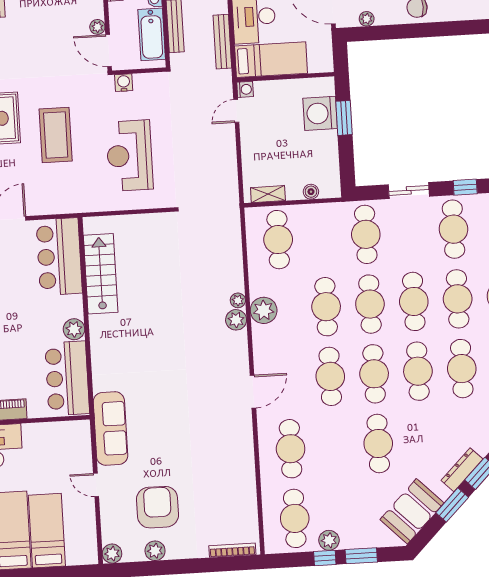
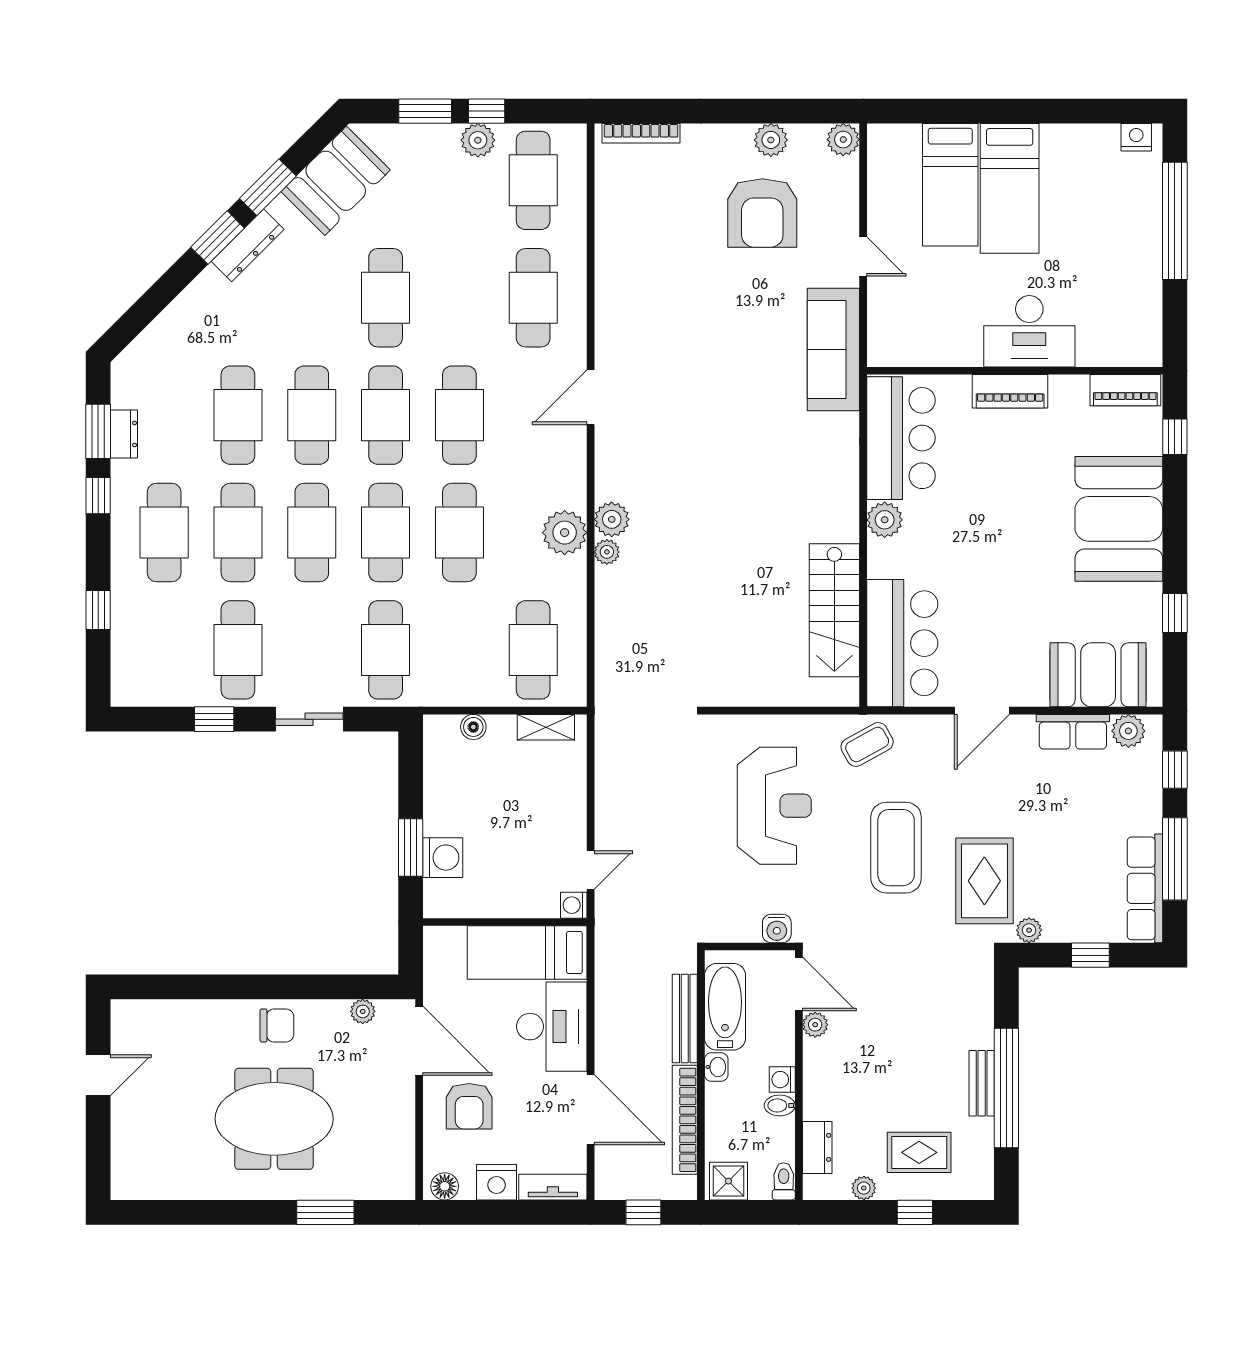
bench: (222, 42) -> (607, 988), removed
washing machine: (320, 113) -> (443, 858), width x0.73, depth x0.73
coffee table: (77, 195) -> (867, 744), added

